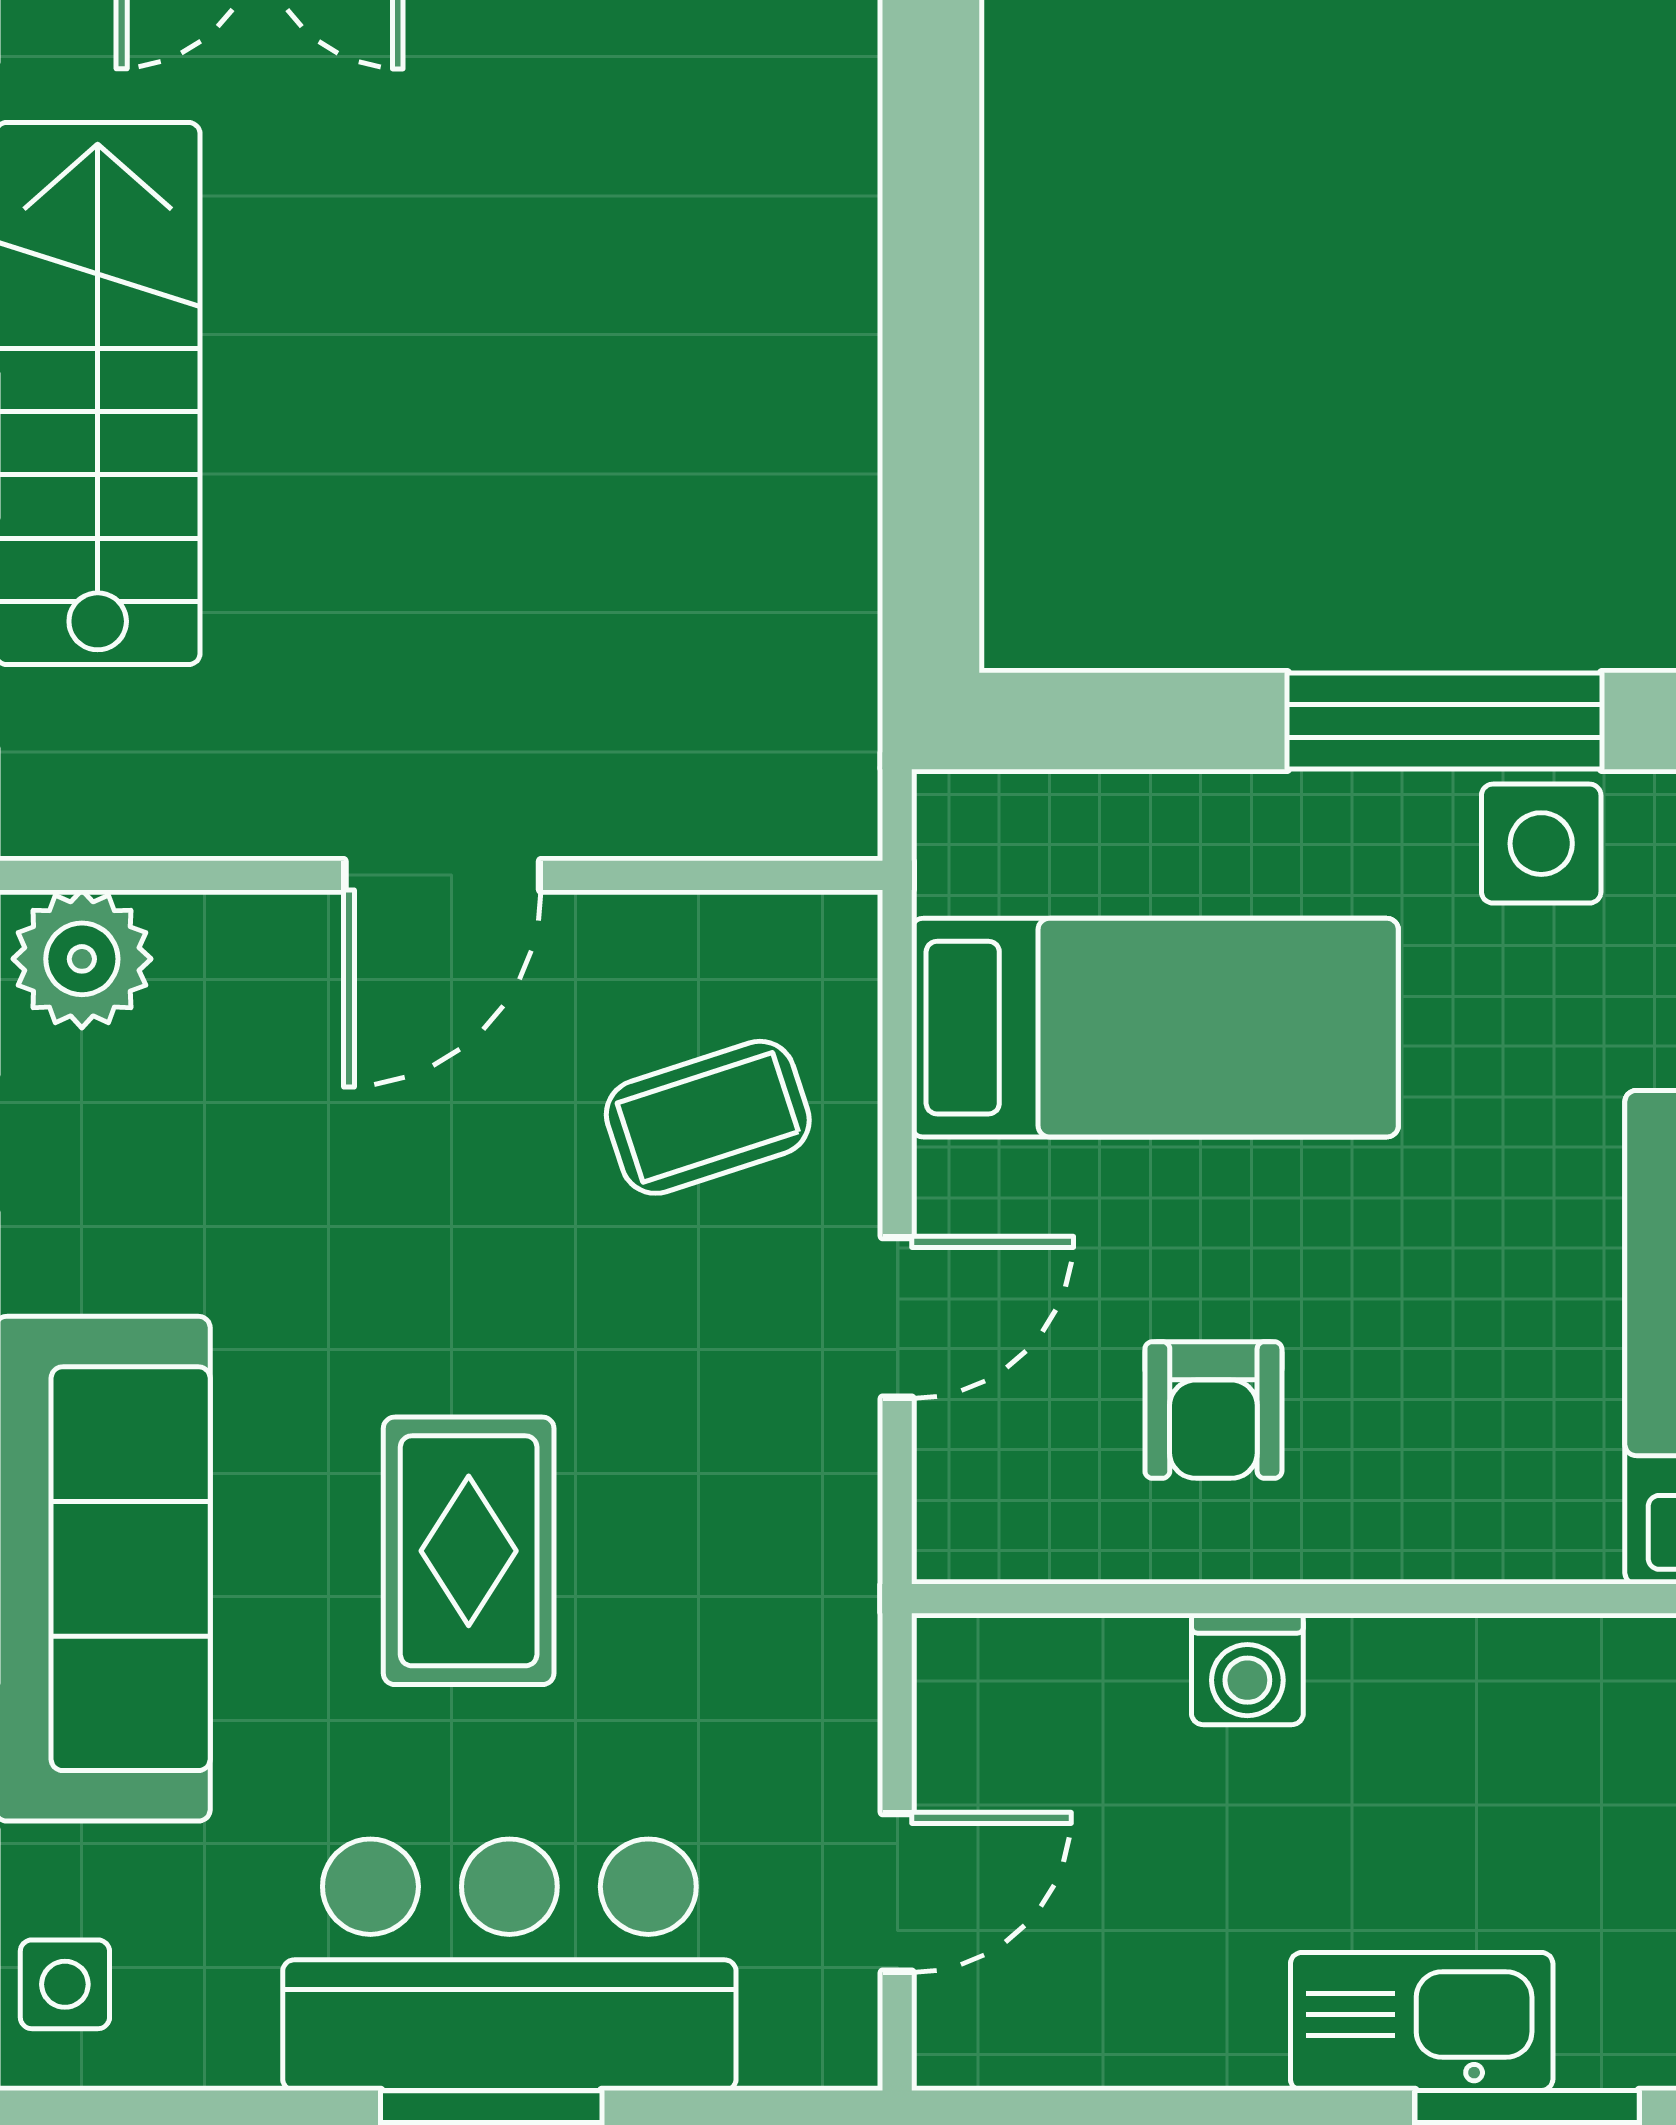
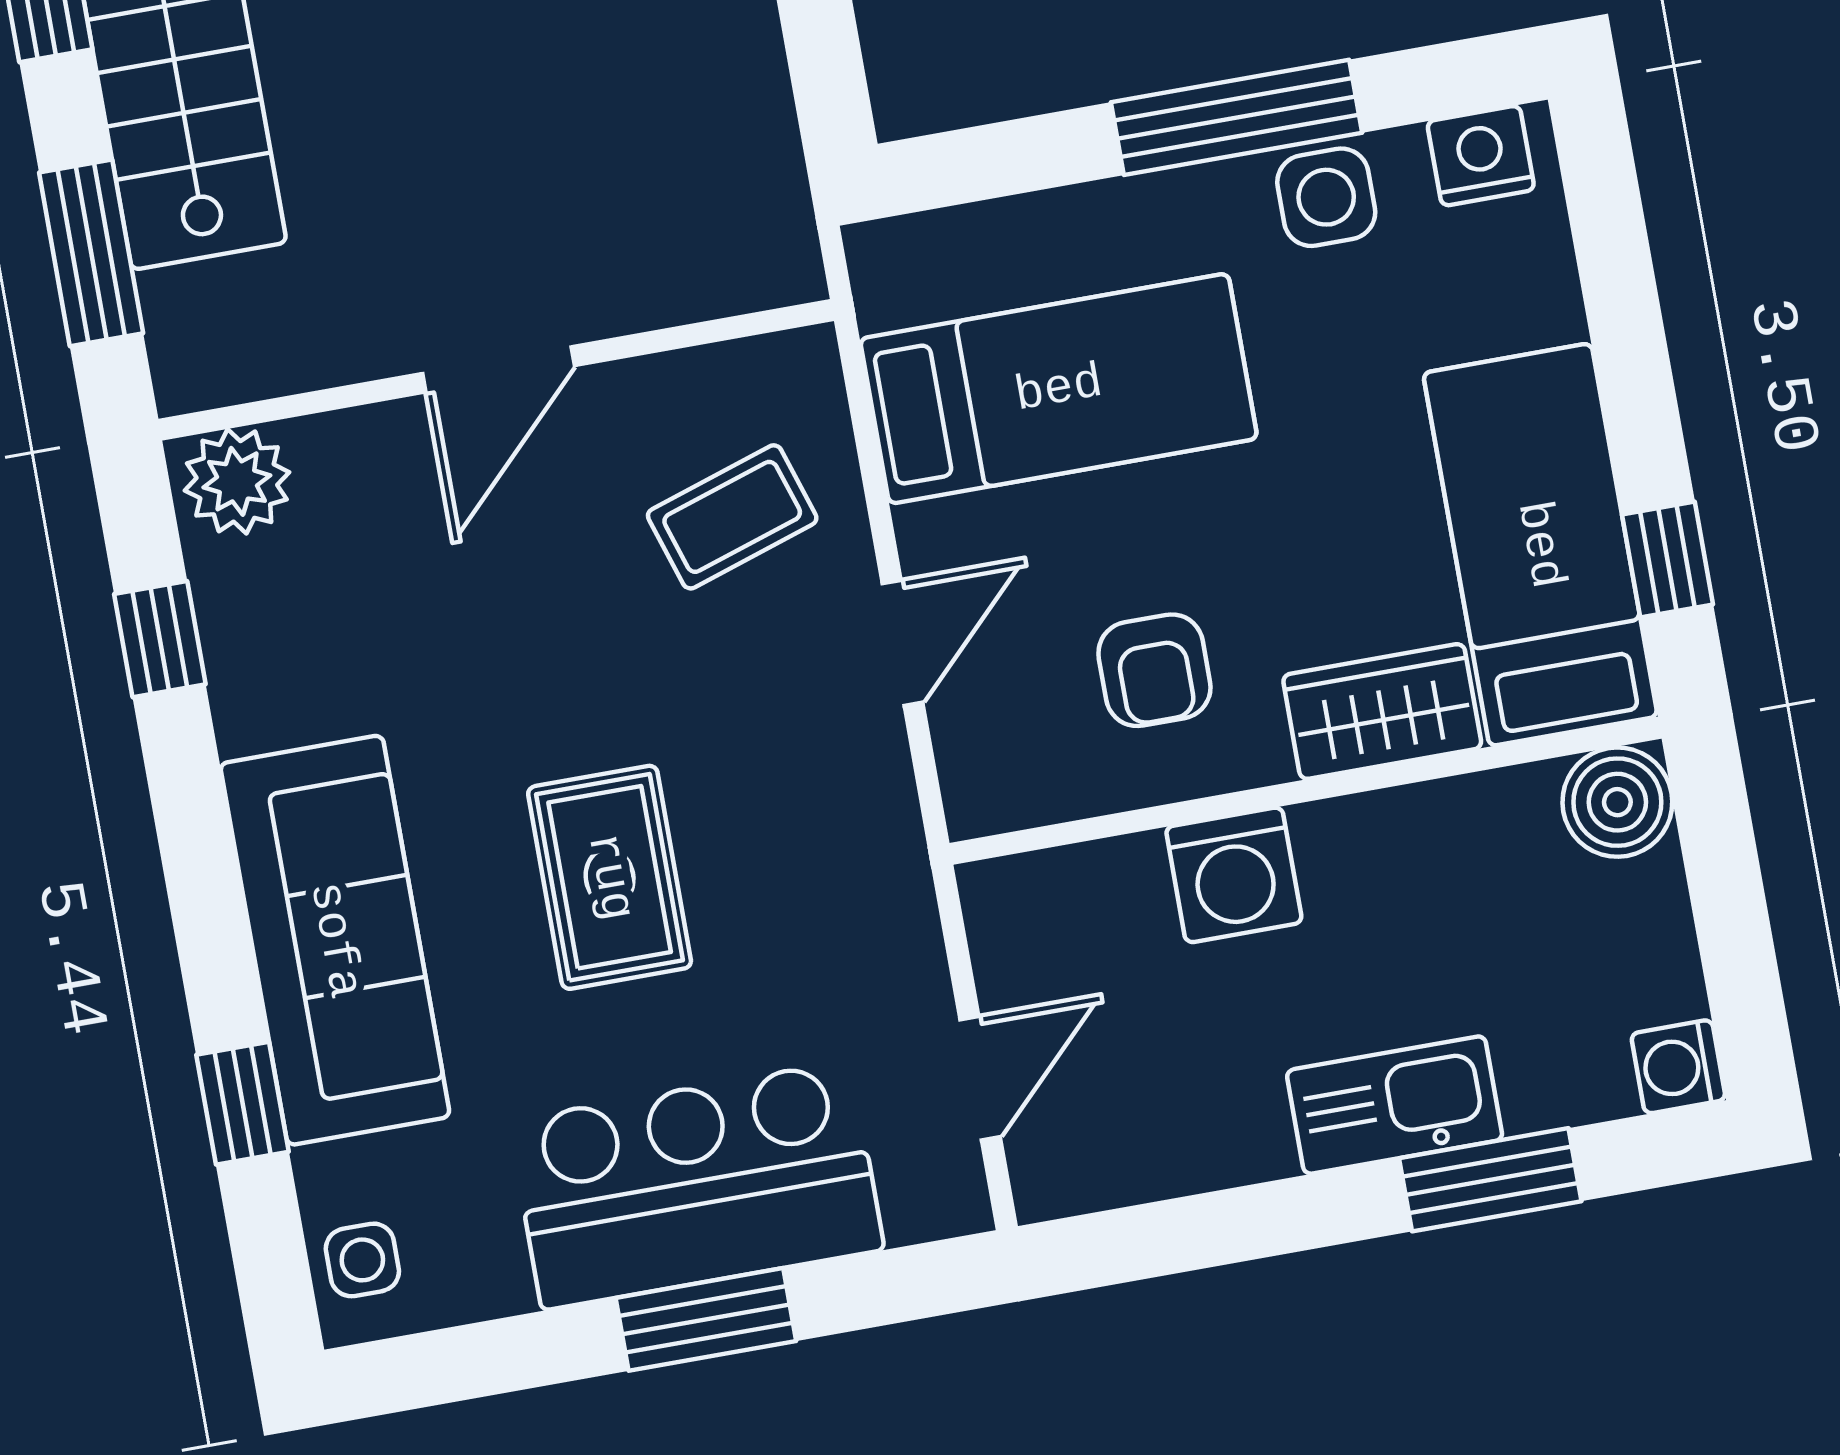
wardrobe: (1496, 1515) -> (1382, 712), added
washing machine: (1247, 1669) -> (1234, 875), width x1.38, depth x1.38

